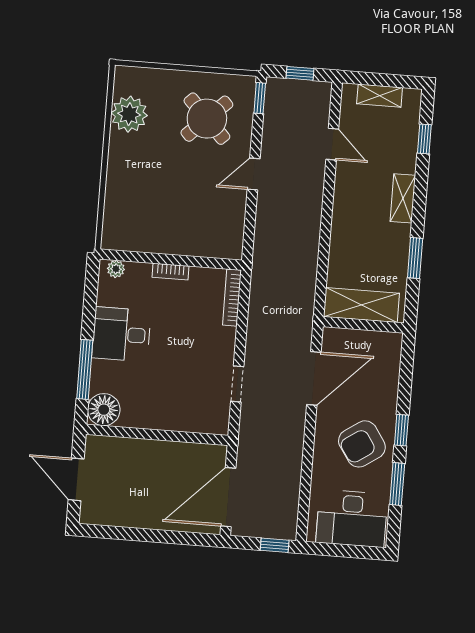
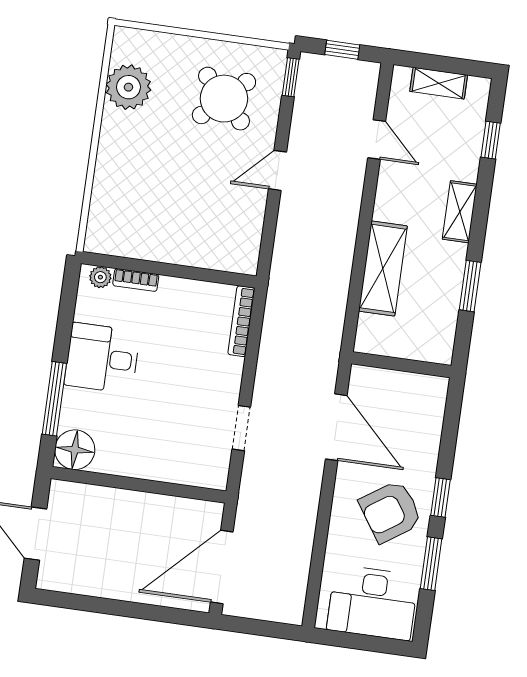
bookcase: (170, 272) -> (136, 280), moved
shelving: (361, 305) -> (383, 268), moved, turned 90
door: (314, 378) -> (336, 427), hinge flipped
window: (275, 545) -> (275, 630), removed

